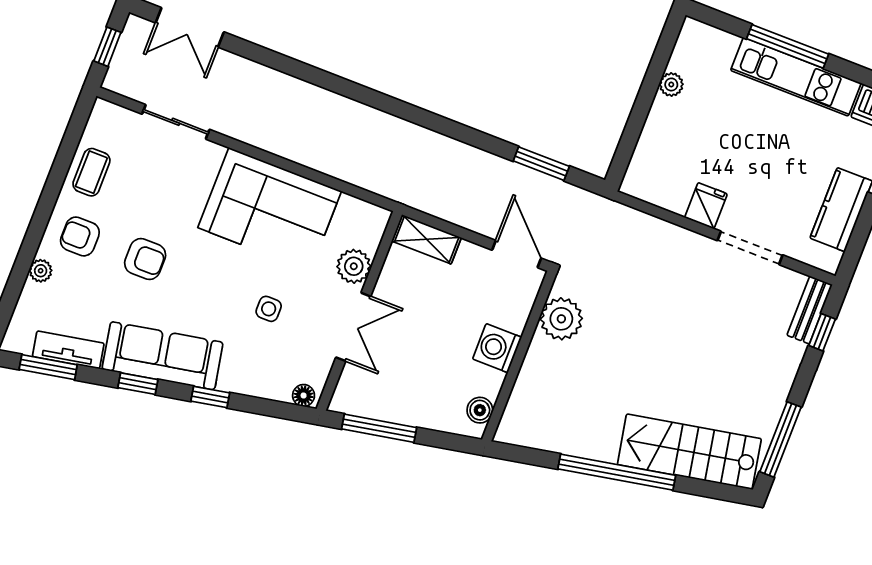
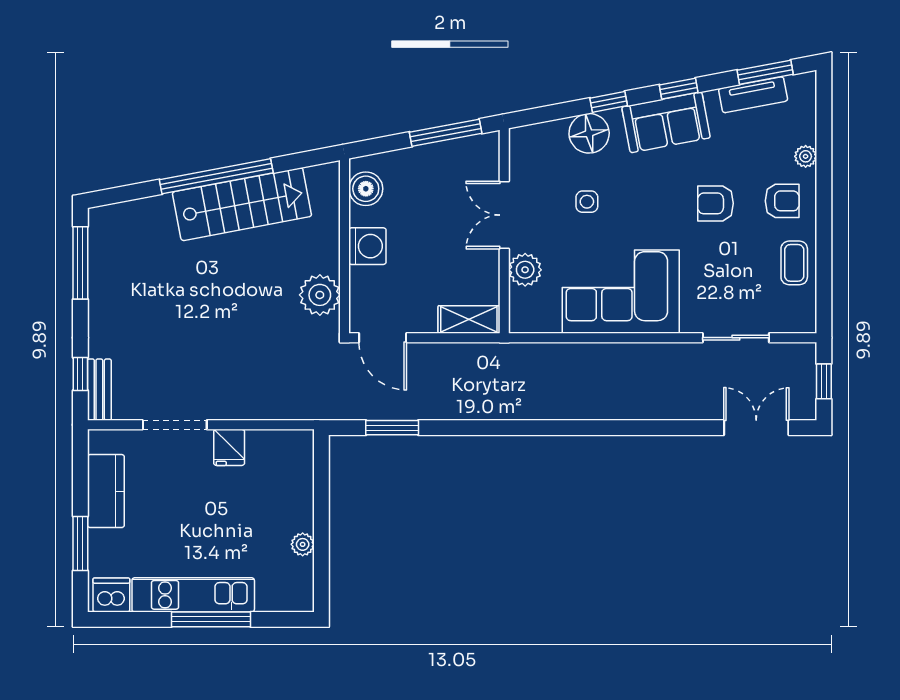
sofa: (163, 356) -> (666, 122), width x0.73
floor lamp: (304, 395) -> (589, 133), moved, width x1.89, depth x1.89
boiler: (480, 410) -> (366, 189), width x1.36, depth x1.36
stairs: (689, 452) -> (242, 204), moved

